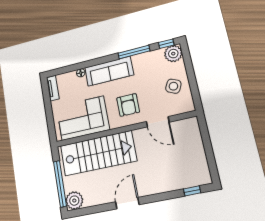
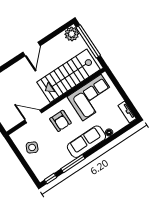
plant: (173, 54) -> (42, 173), removed
armchair: (128, 105) -> (61, 121), turned 180

